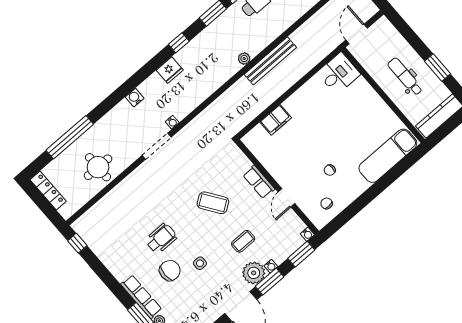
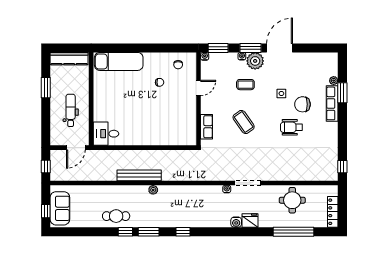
fridge: (170, 70) -> (250, 220), moved
dental chair: (405, 77) -> (71, 110), moved, turned 180
filing cabinet: (276, 120) -> (166, 139), removed
row of seats: (259, 182) -> (207, 127), moved

